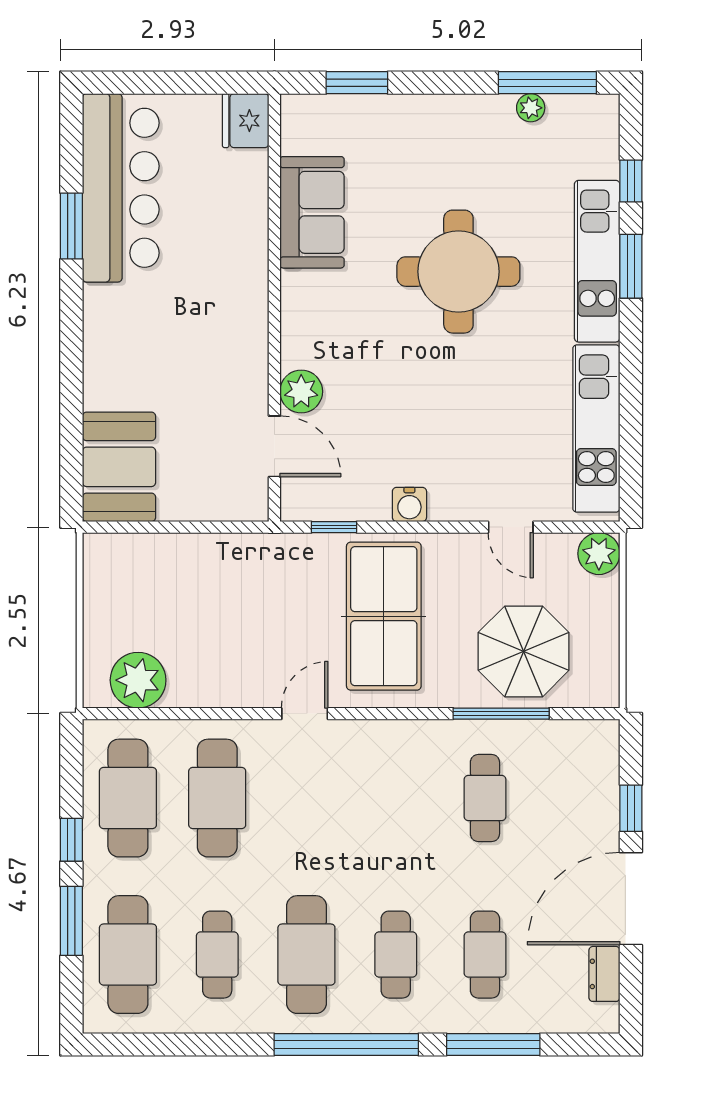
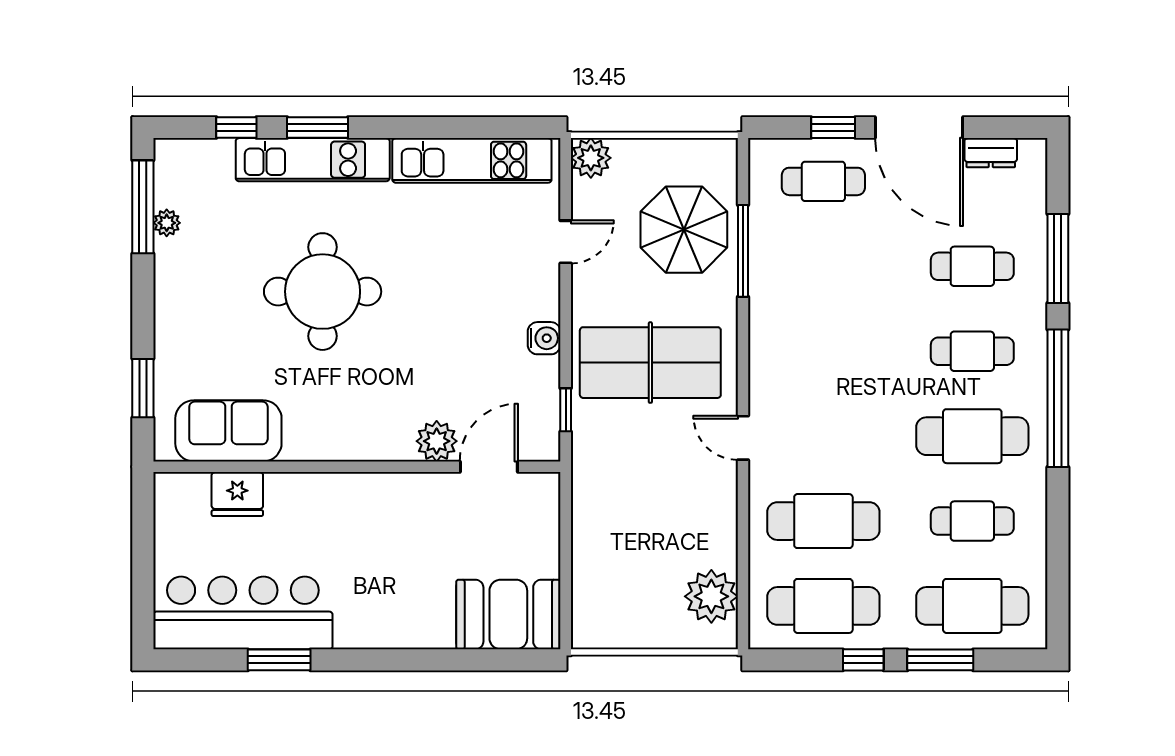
fridge: (246, 121) -> (237, 494), moved
sofa: (312, 212) -> (228, 431), moved
cafe table: (485, 798) -> (823, 181), moved

